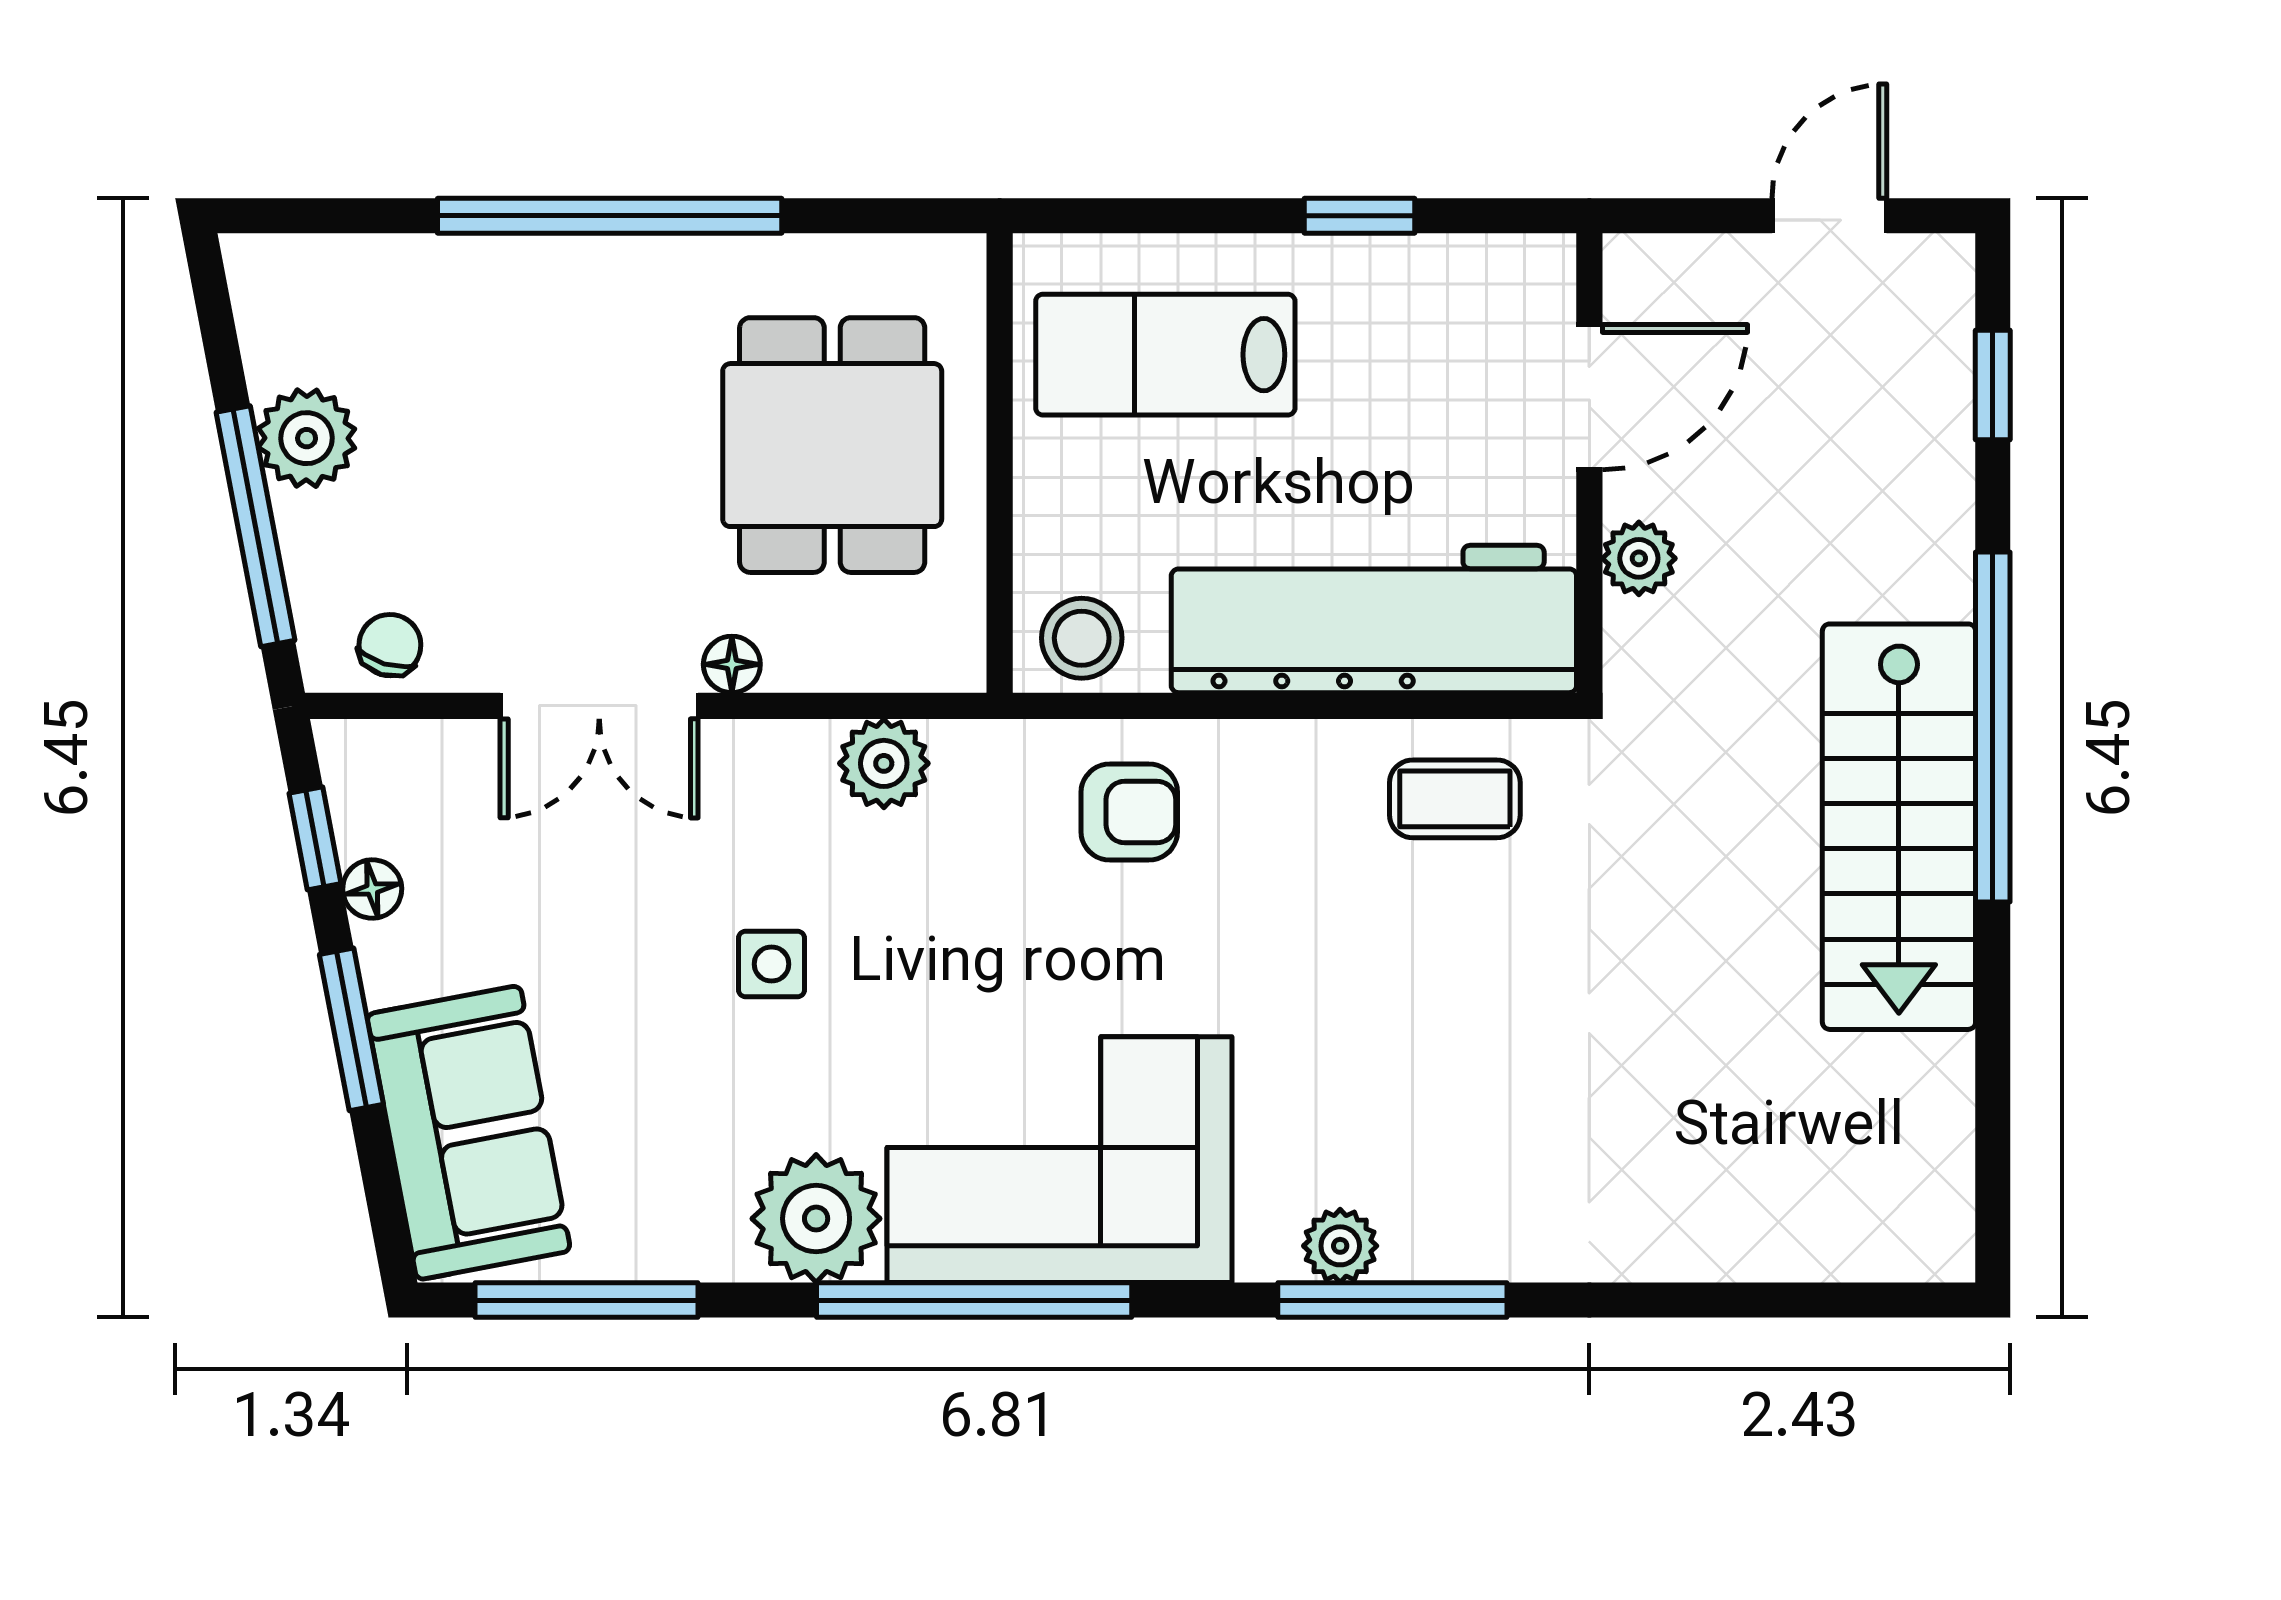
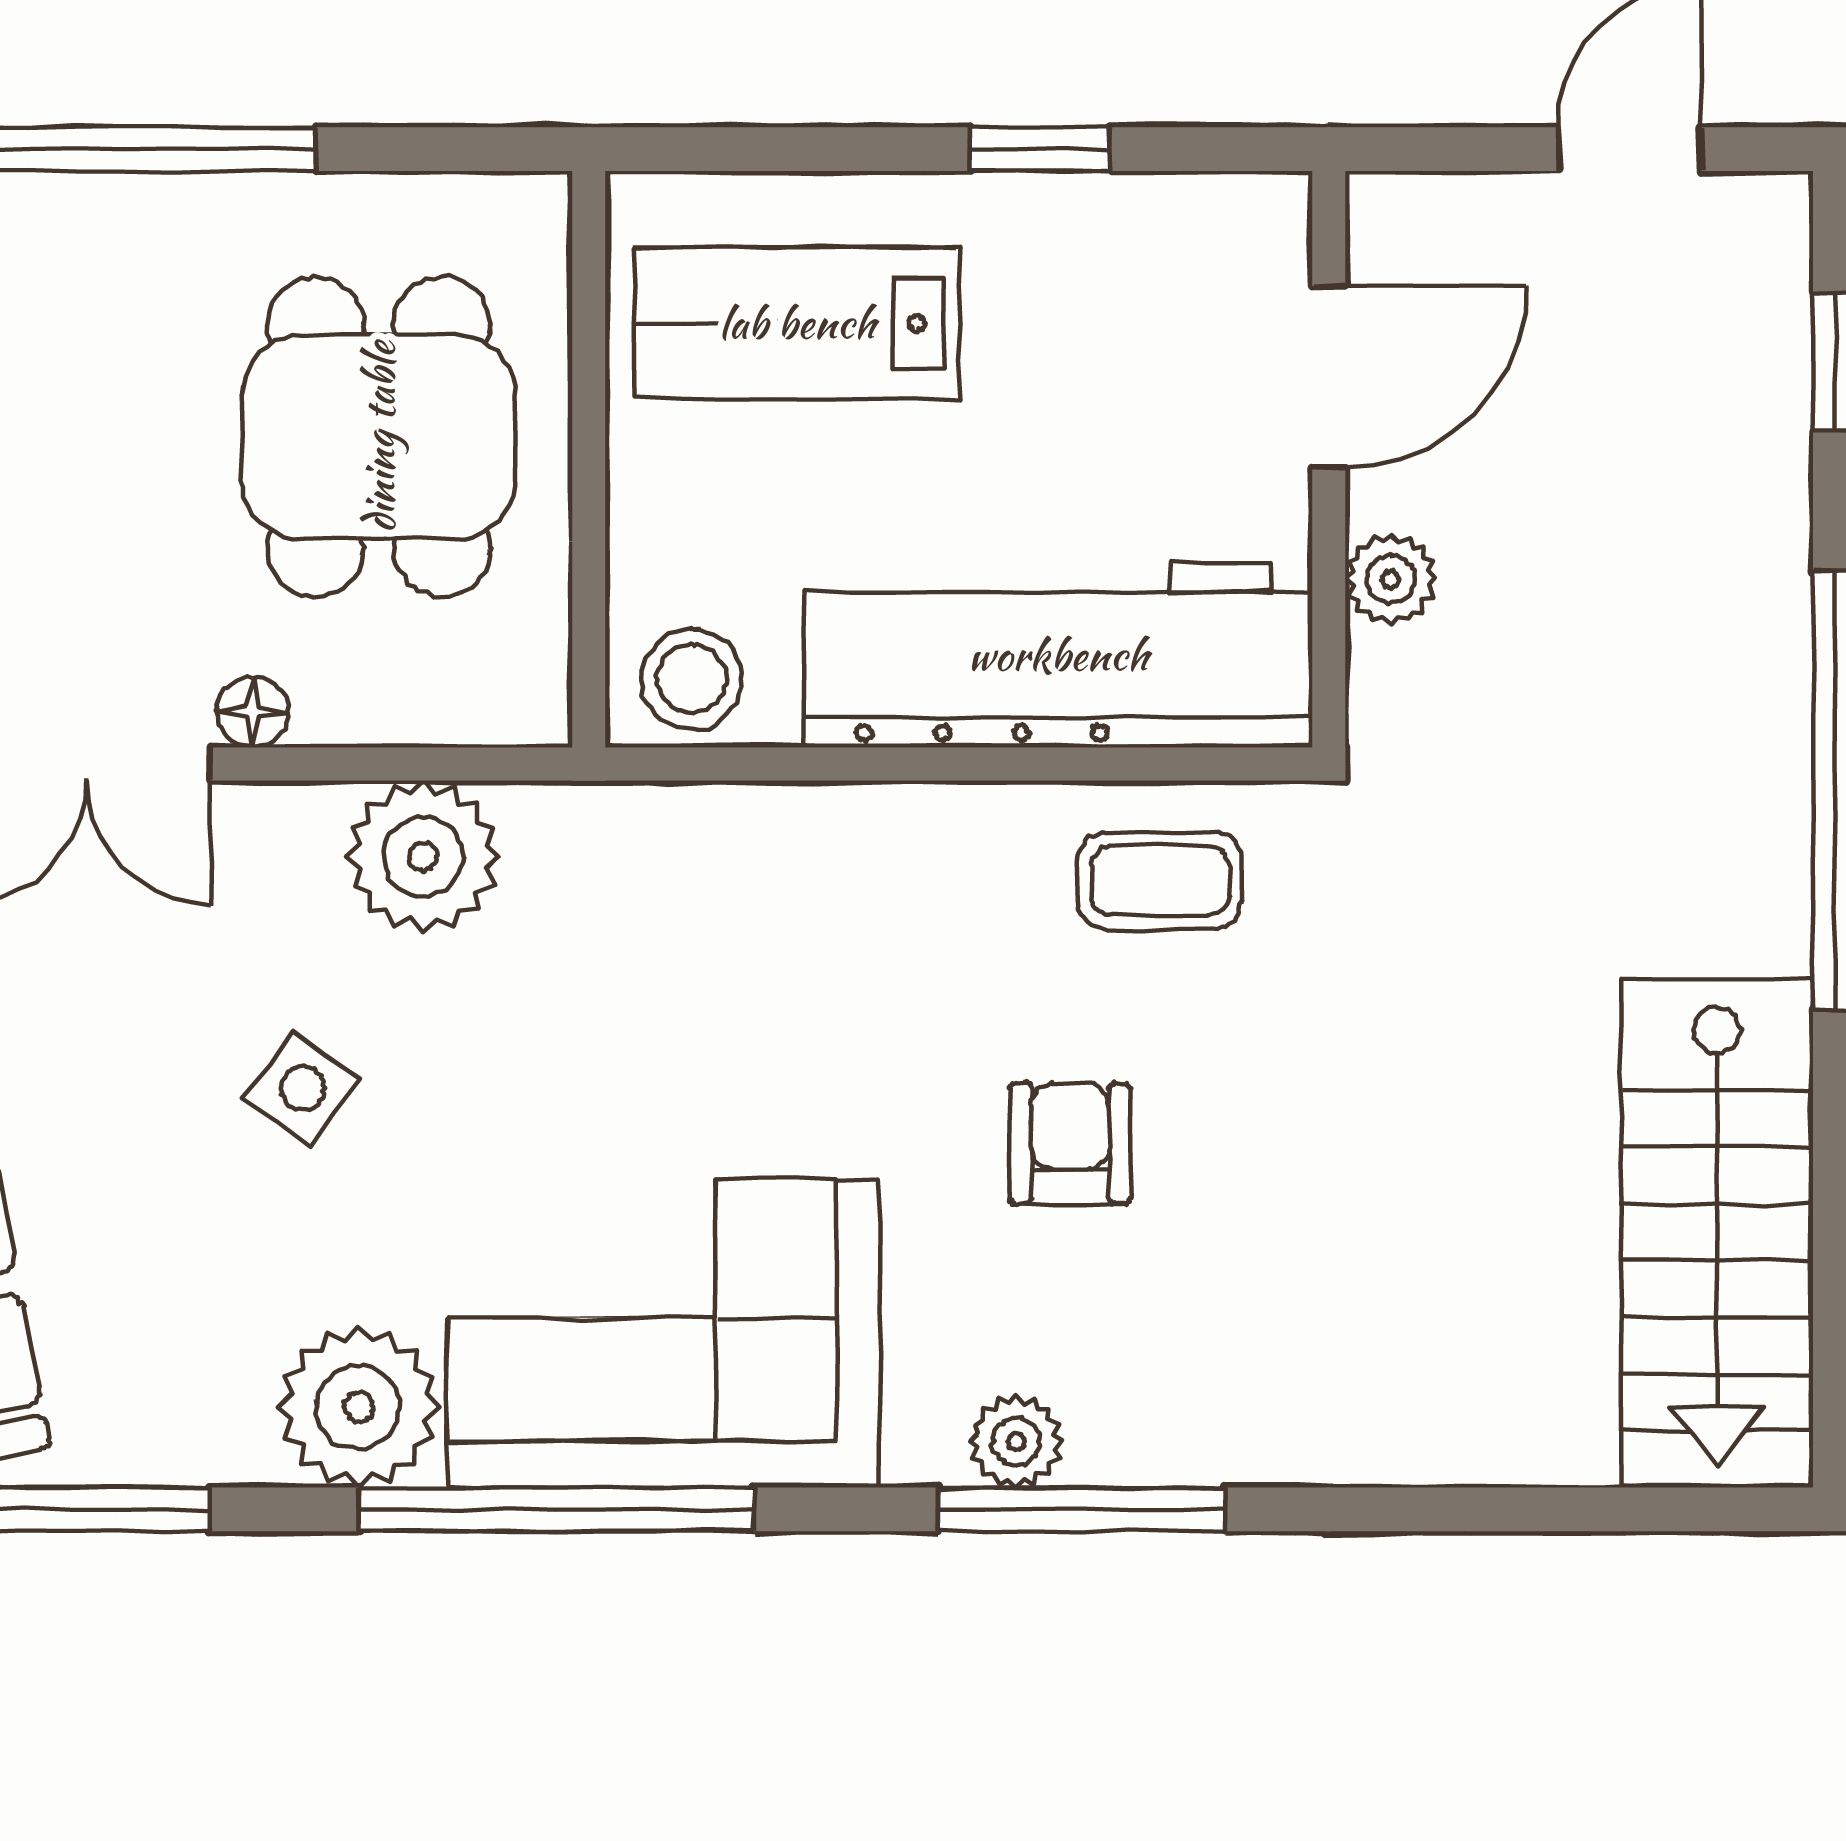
plant: (884, 763) -> (423, 857), width x1.36, depth x1.36
armchair: (1129, 812) -> (1070, 1143), moved, turned -90
stairs: (1899, 827) -> (1717, 1233), moved
side table: (771, 964) -> (302, 1088), turned 36

